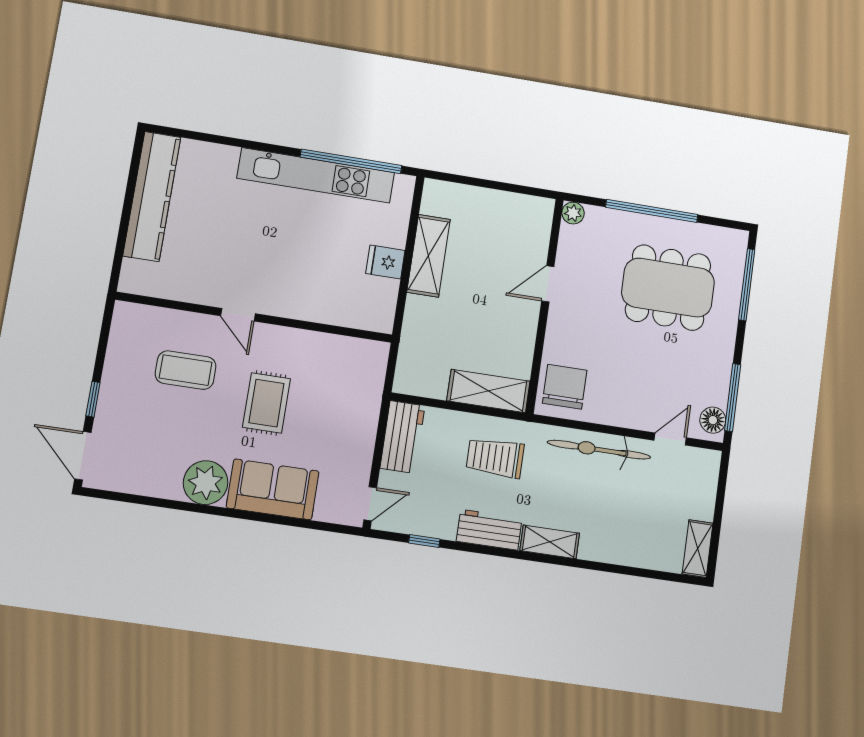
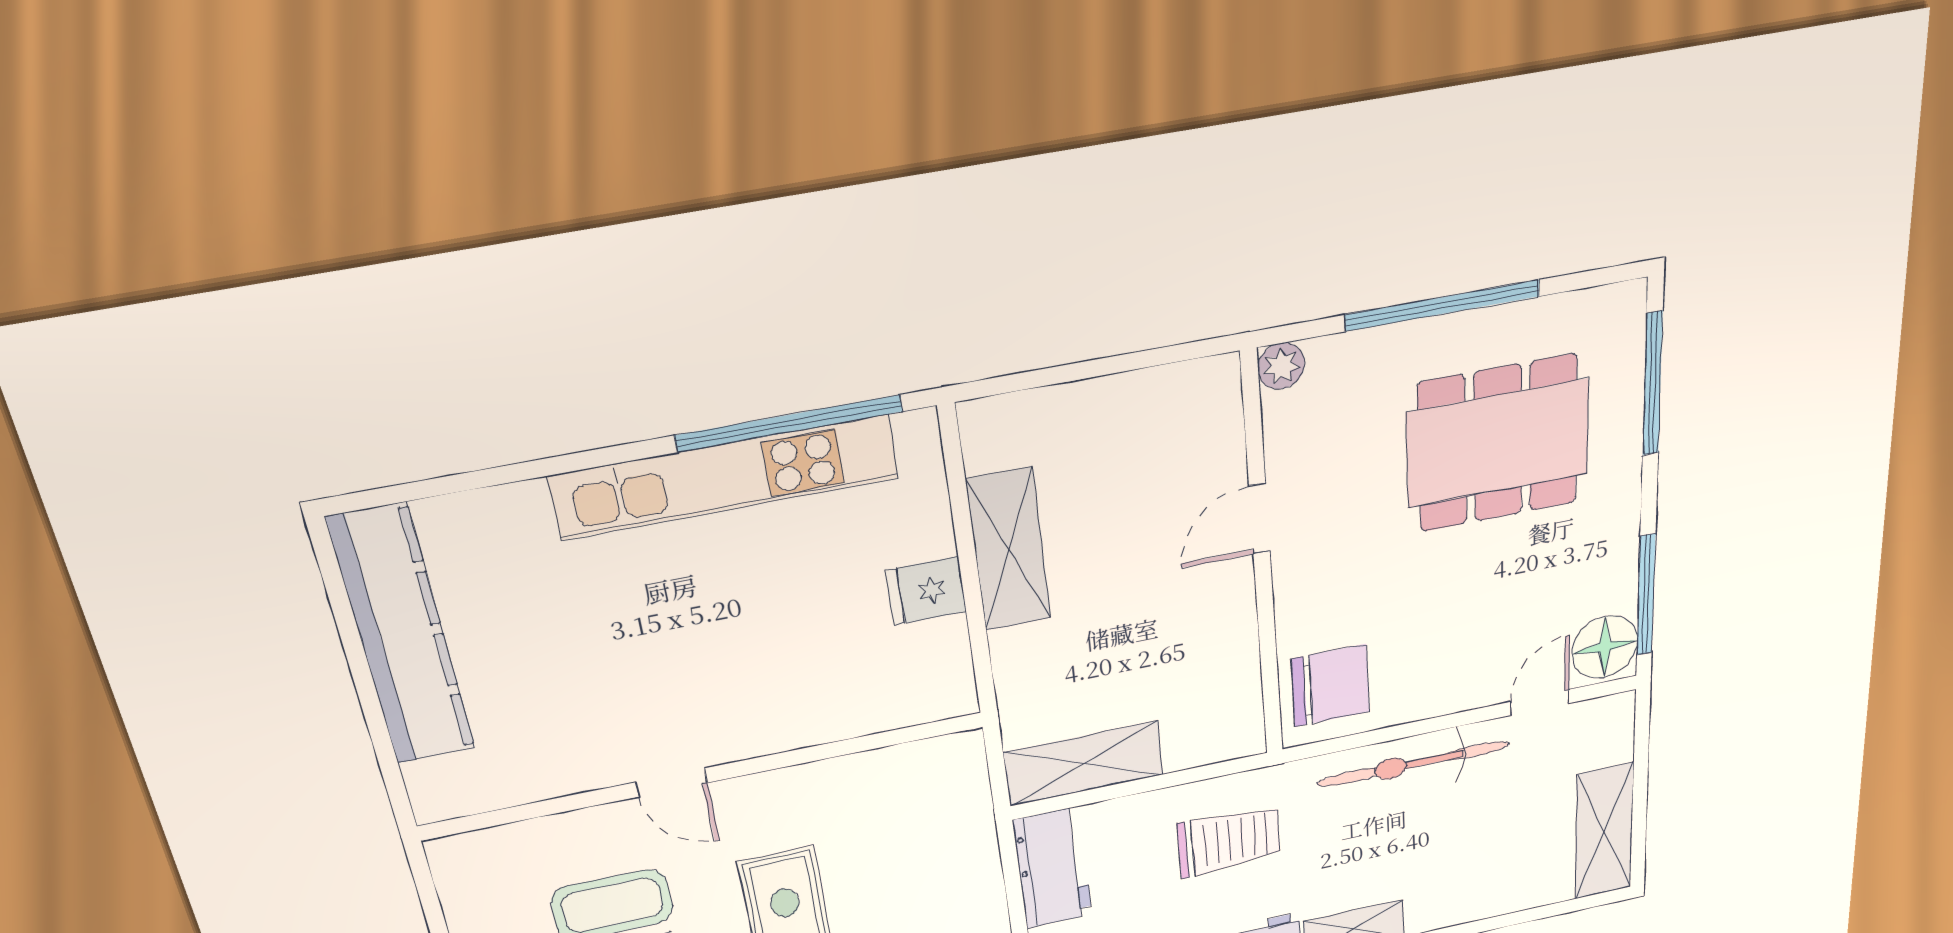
chair: (565, 387) -> (1330, 685), turned 90
shelving: (488, 391) -> (1084, 764), moved
floor lamp: (713, 420) -> (1605, 647), width x1.38, depth x1.38
trolley: (495, 458) -> (1229, 841), turned 180
shelving: (698, 549) -> (1604, 831), width x1.50, depth x1.33

